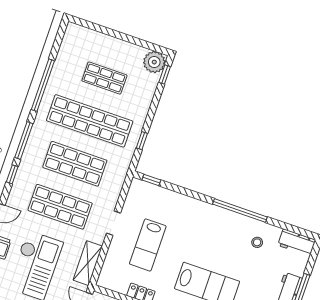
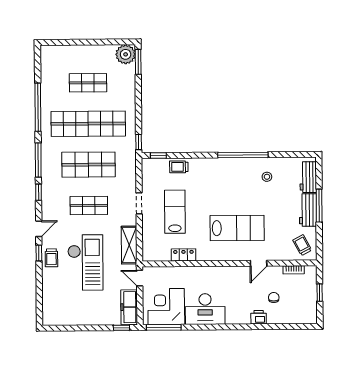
window: (165, 75) -> (138, 62), width x1.50
window: (142, 141) -> (139, 142), moved
trolley: (168, 199) -> (179, 167), added
shop shelf: (60, 207) -> (89, 205), width x0.70, depth x0.74
workbench: (297, 243) -> (308, 177), moved, turned 90
lab bench: (148, 245) -> (175, 212), turned 180

